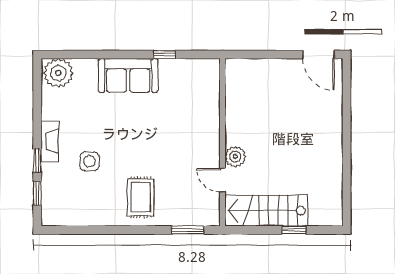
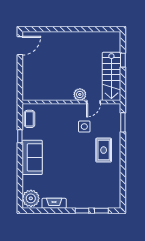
coffee table: (194, 71) -> (29, 119), added
fireplace: (50, 141) -> (54, 203), moved
side table: (89, 161) -> (84, 127), moved
rug: (141, 197) -> (104, 150), turned 90

